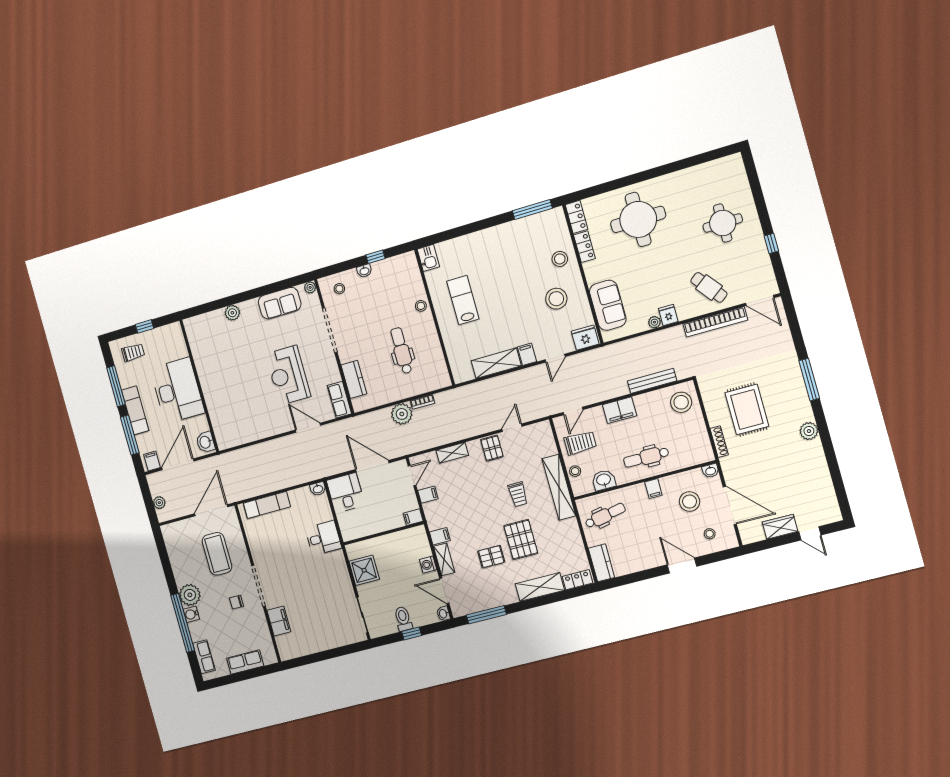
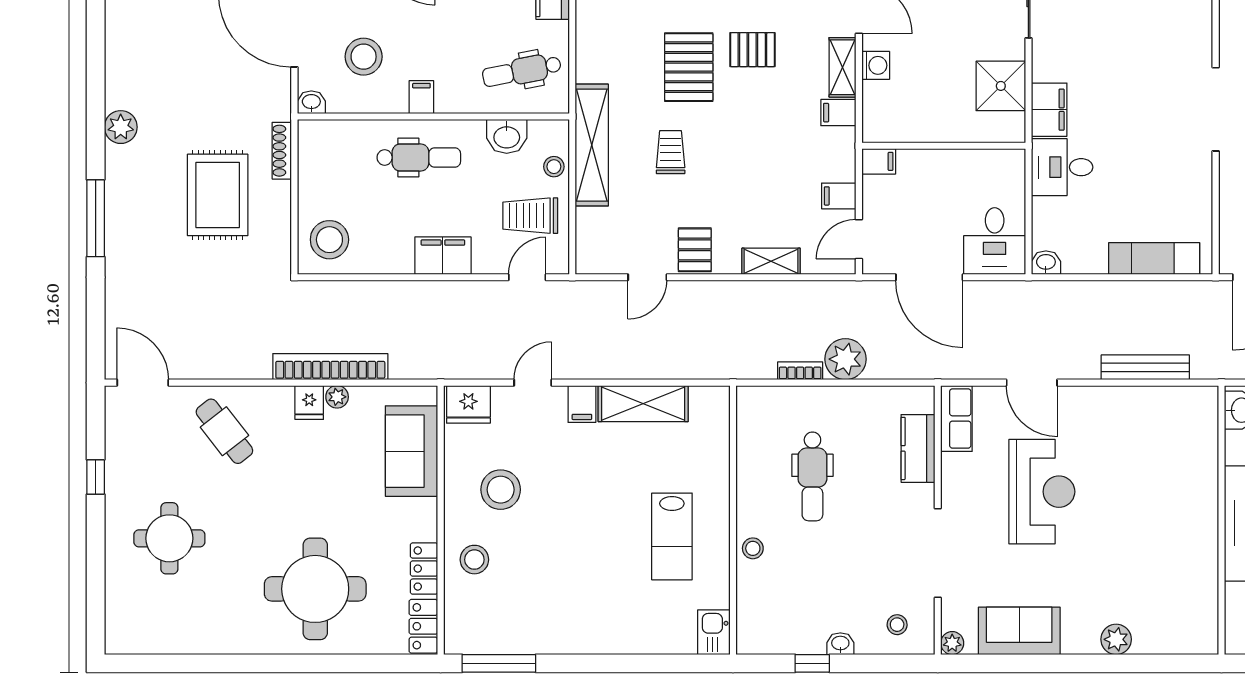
bookcase: (715, 322) -> (330, 367), moved
bench: (652, 381) -> (1145, 367), moved
filing cabinet: (279, 621) -> (1049, 110), moved, turned 180

